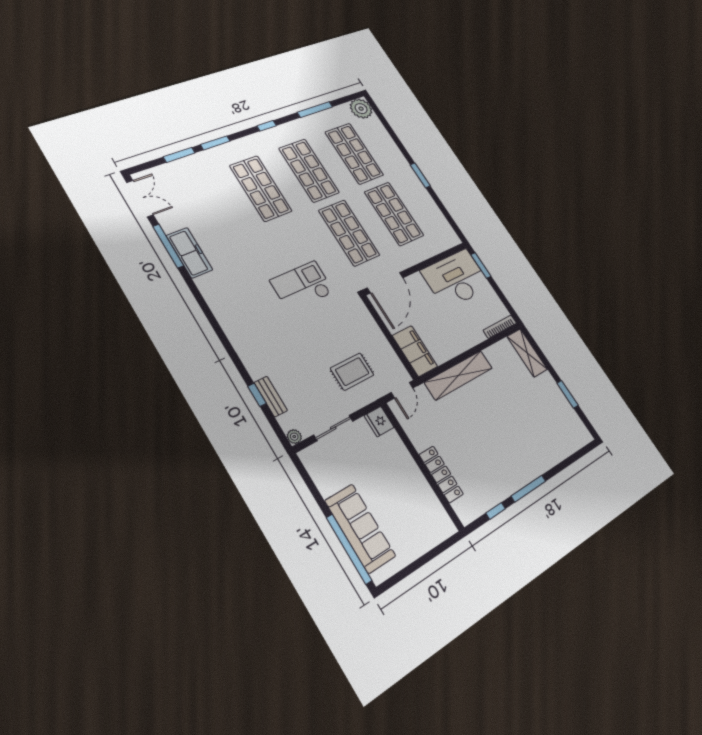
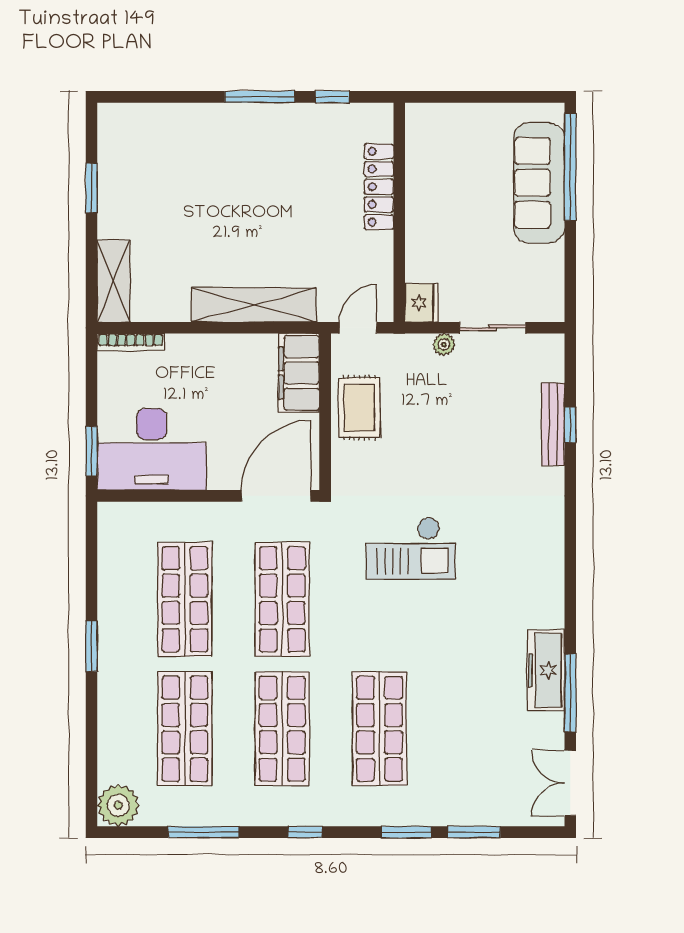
rug: (352, 372) -> (359, 408), moved, turned 90
bench: (271, 397) -> (553, 424), width x1.36
plant: (294, 437) -> (444, 344), moved

